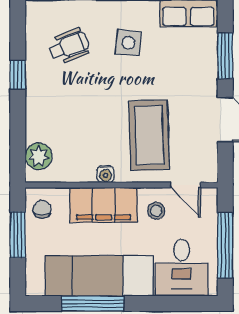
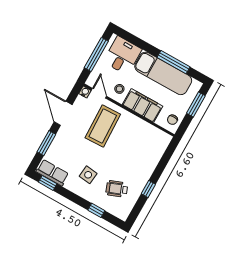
plant: (39, 156) -> (160, 145), removed
water cooler: (105, 174) -> (85, 92), moved
window: (18, 235) -> (196, 104), moved

